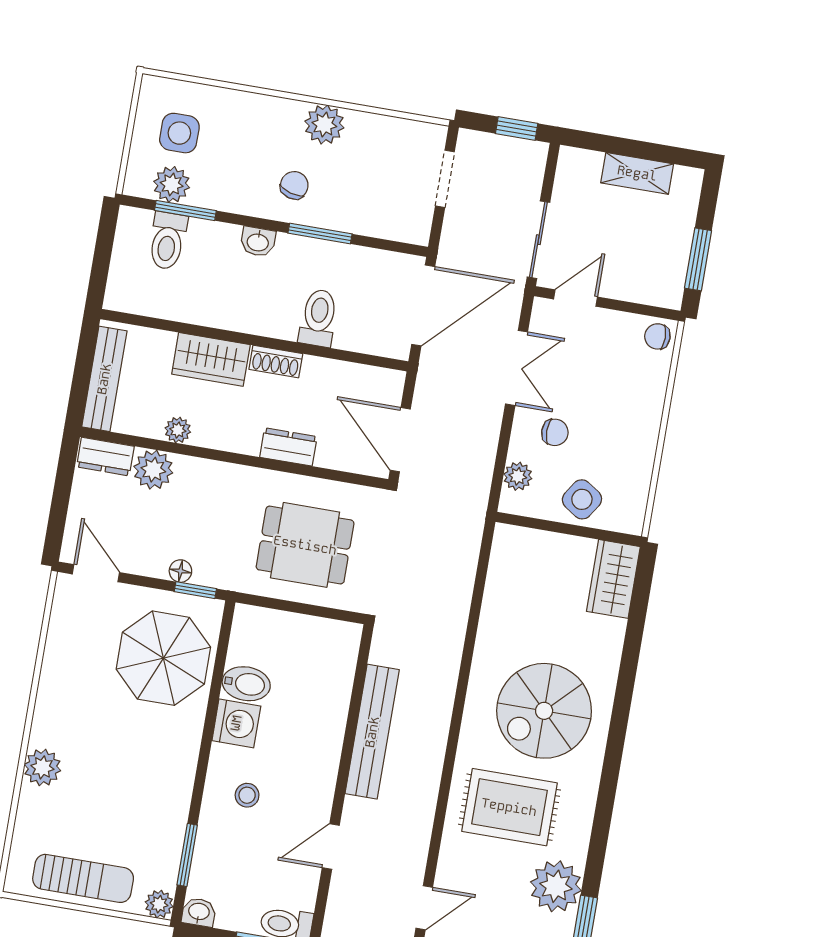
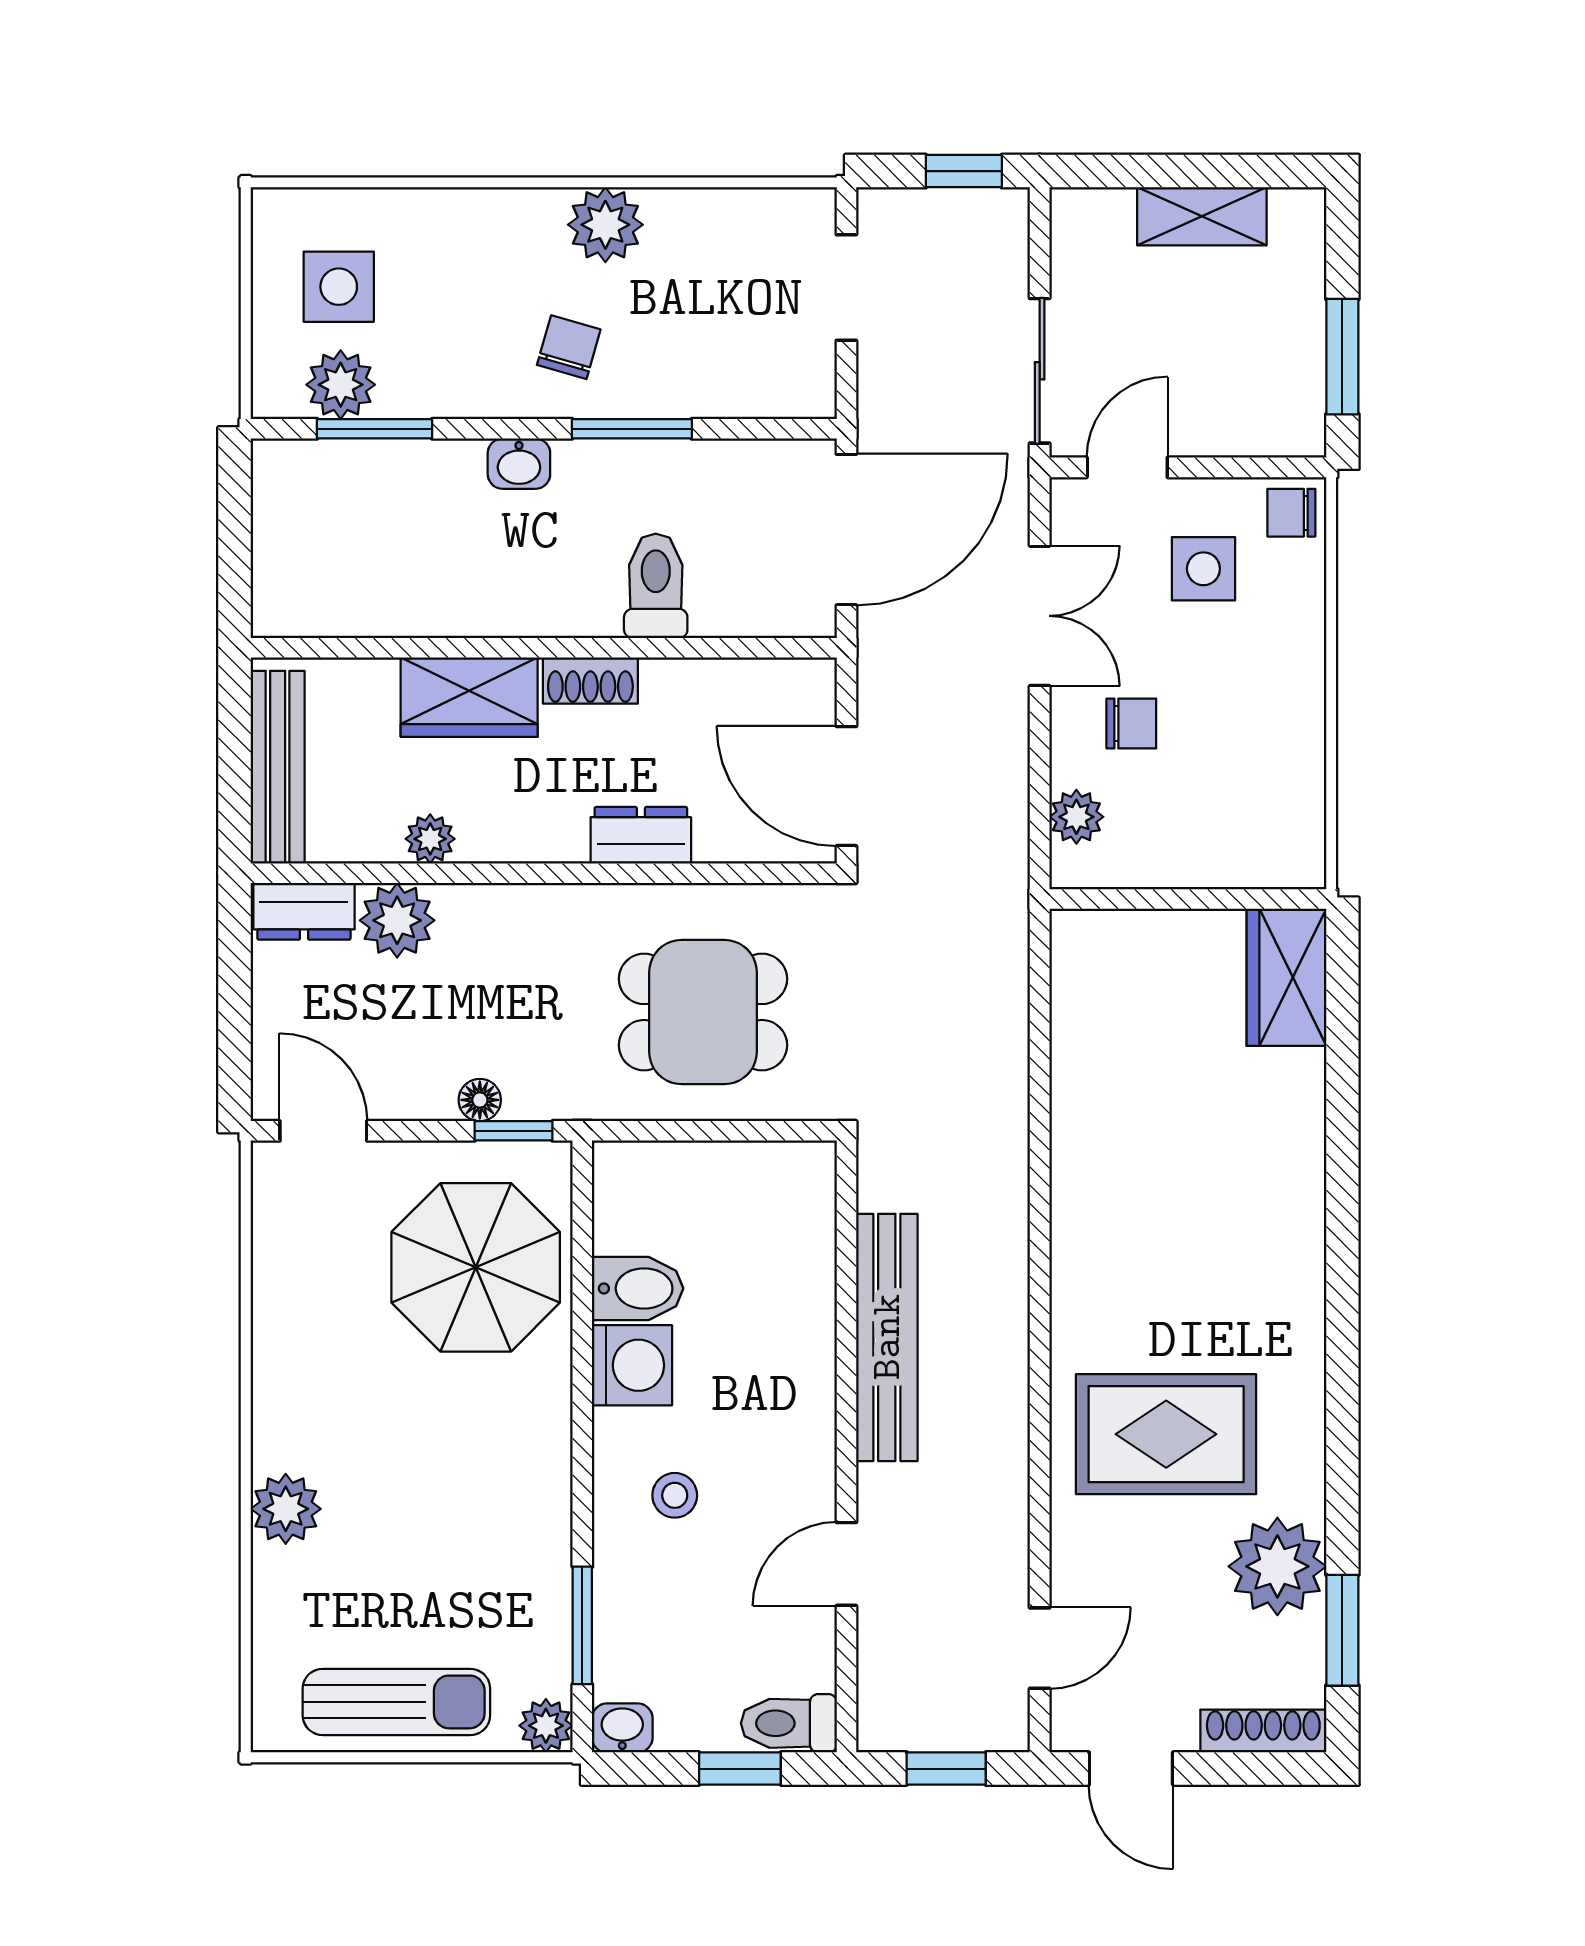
toilet: (168, 241) -> (351, 491), removed
side table: (582, 499) -> (1203, 569), moved, turned -33
spiral stairs: (544, 711) -> (1200, 1244), removed

